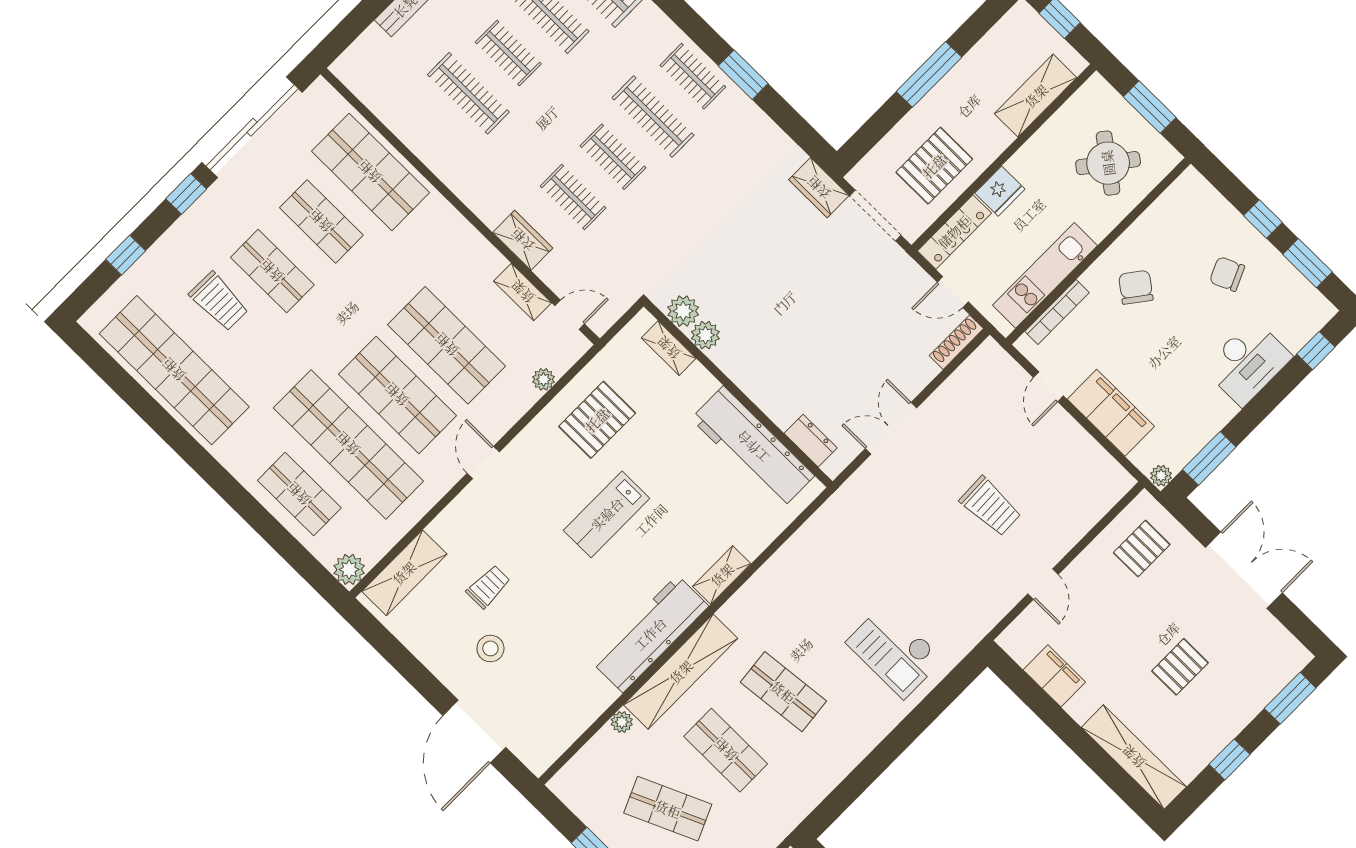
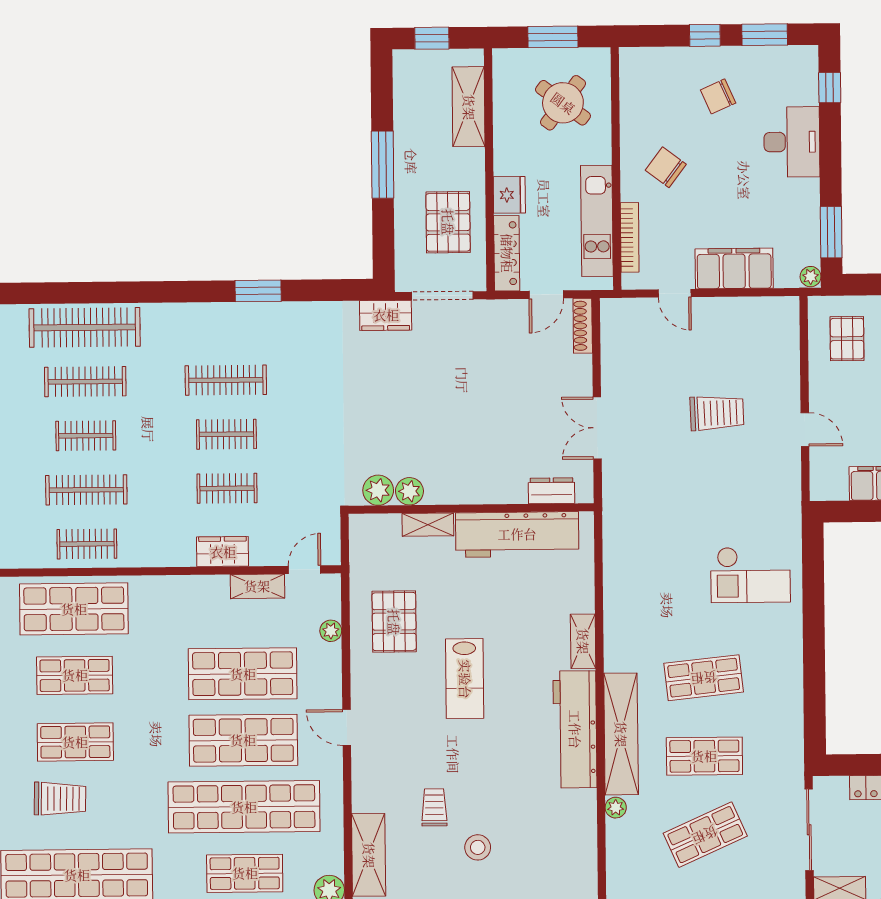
clothes rail: (693, 76) -> (87, 544), moved
shelving: (669, 348) -> (428, 525), moved

